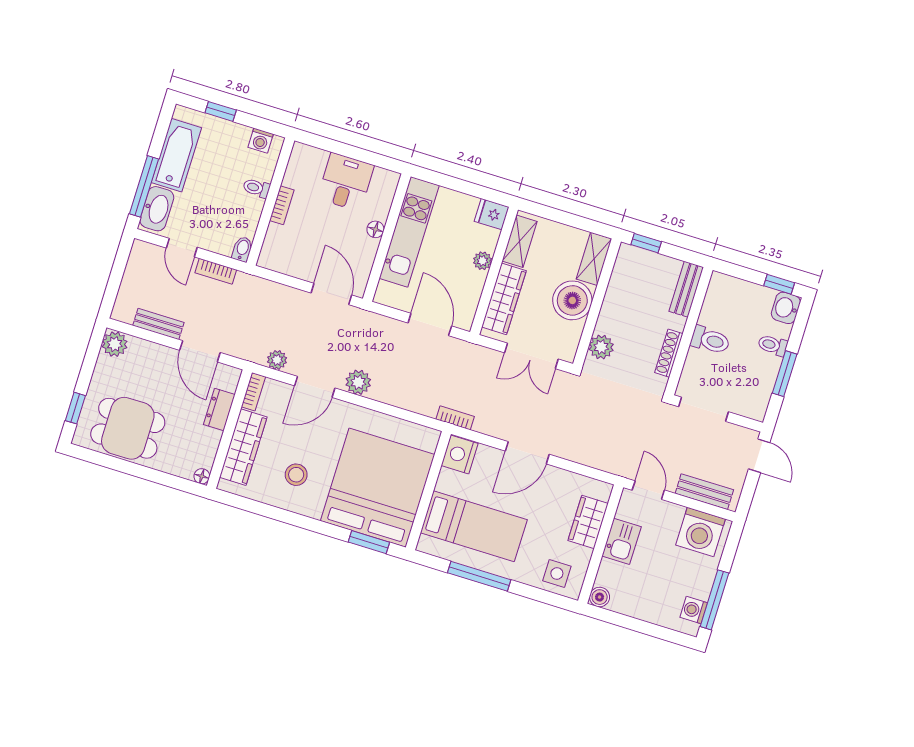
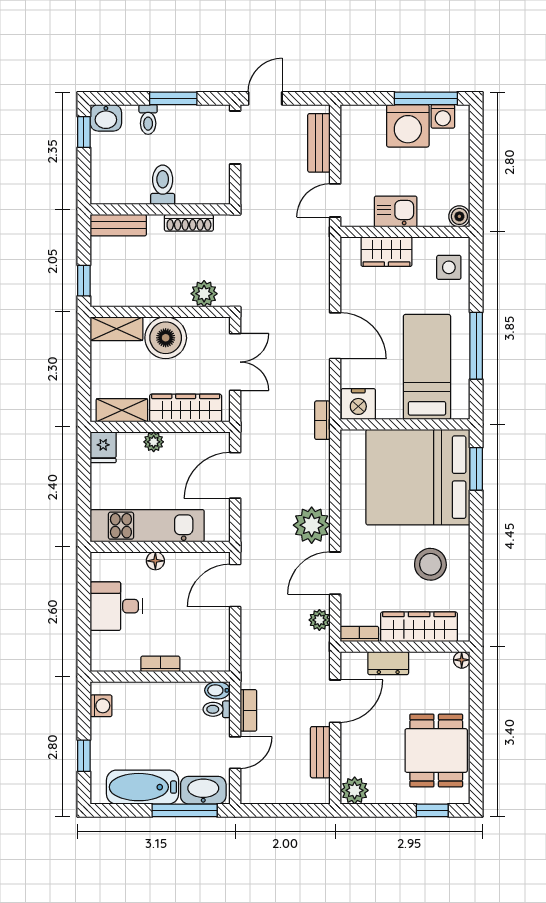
toilet: (256, 188) -> (217, 709), moved, turned 90
plant: (358, 382) -> (312, 525), width x1.36, depth x1.36
door: (315, 387) -> (335, 573), swing flipped
doorway: (704, 409) -> (235, 138), moved
stool: (296, 475) -> (430, 564), width x1.38, depth x1.38
washing machine: (701, 532) -> (408, 126), moved, turned 90

